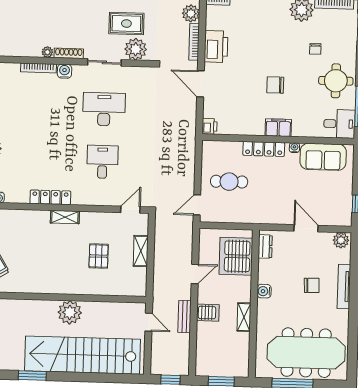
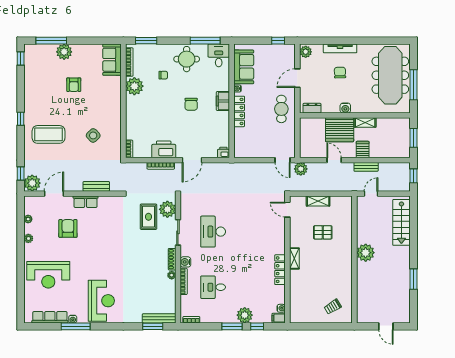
plant: (191, 13) -> (301, 169), moved
desk: (102, 162) -> (213, 287), moved
cafe table: (229, 182) -> (281, 109), moved
server rack: (236, 256) -> (340, 130), moved
stairs: (82, 355) -> (401, 222), width x0.54, depth x0.66

